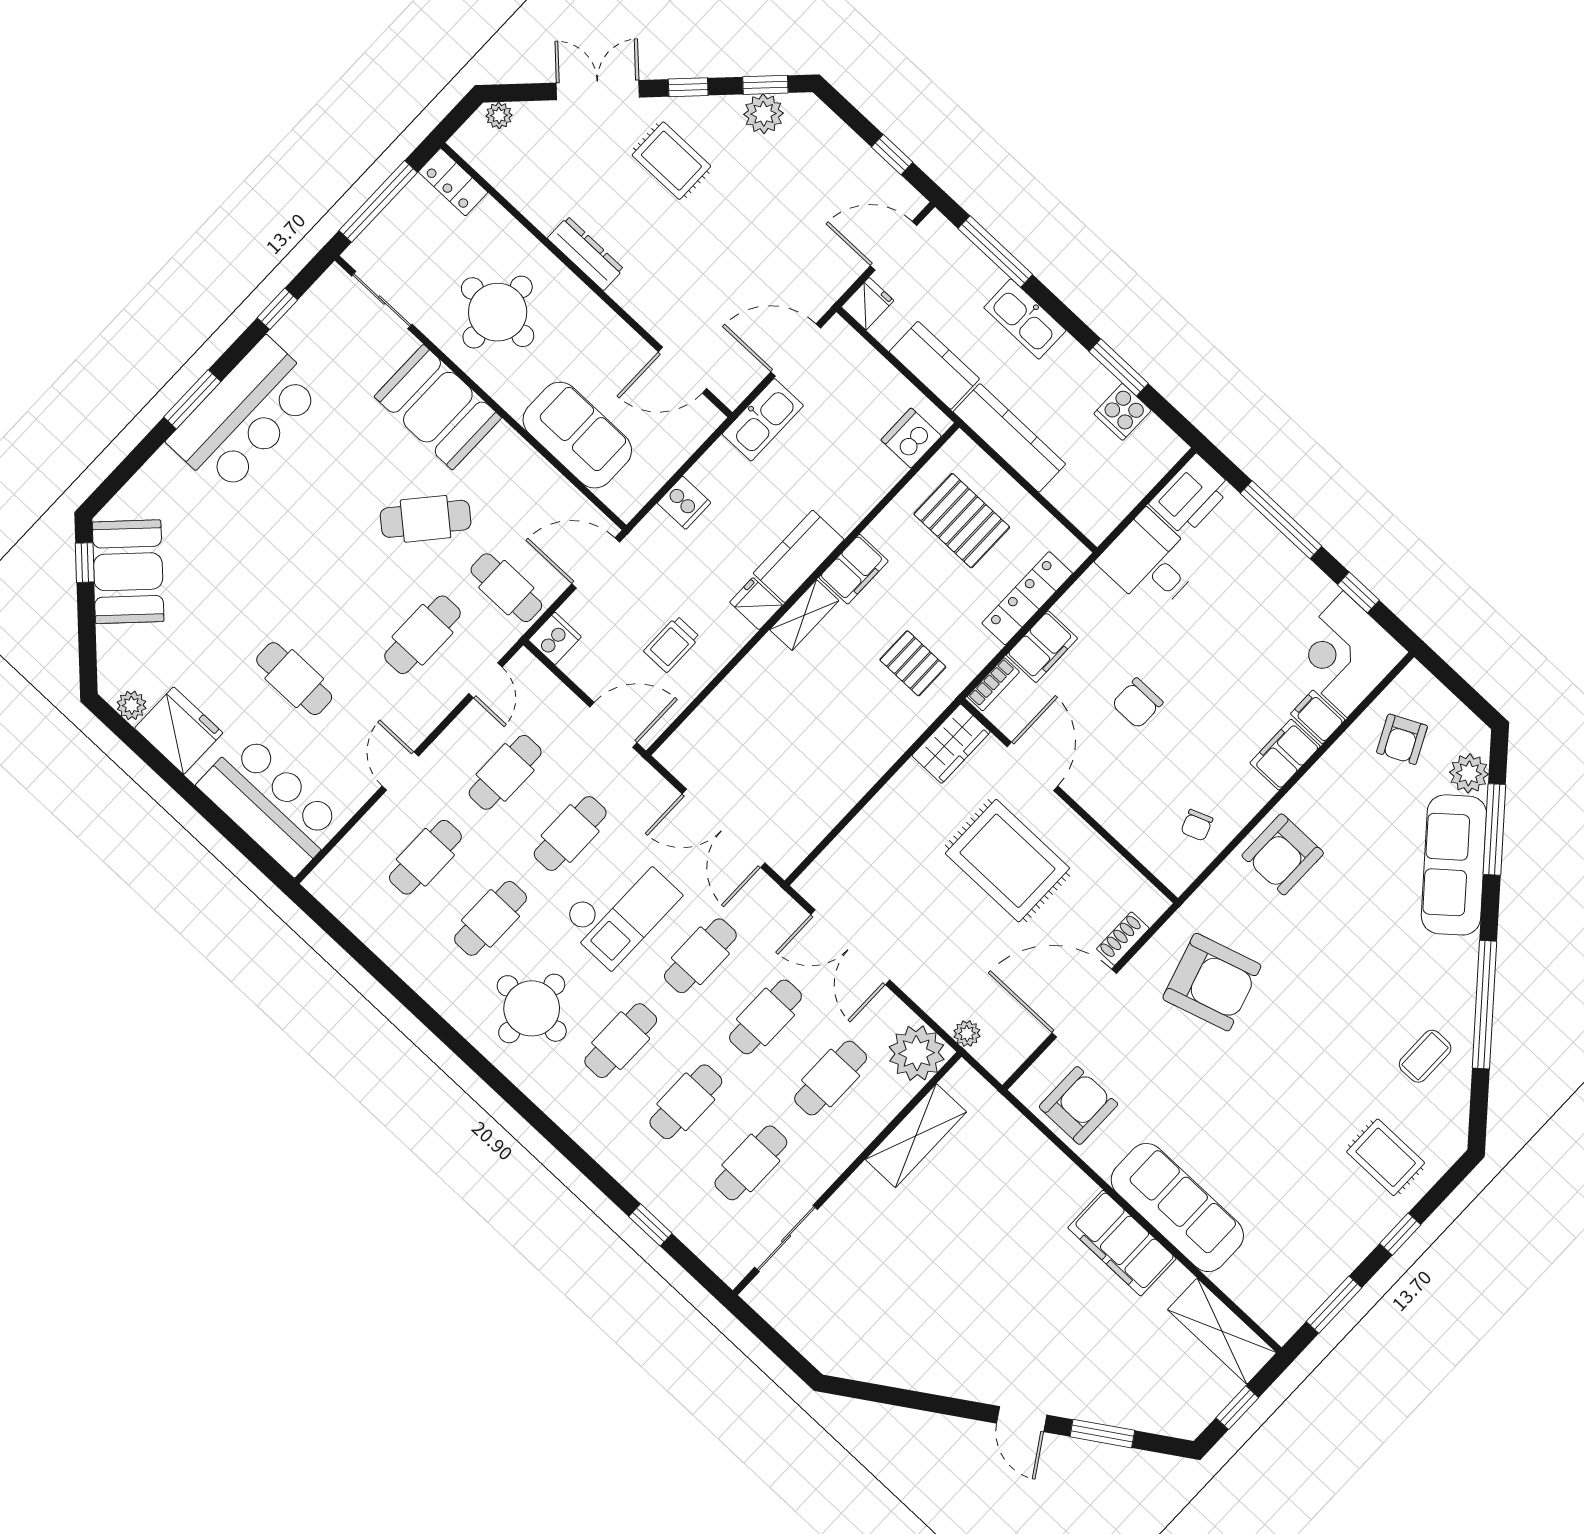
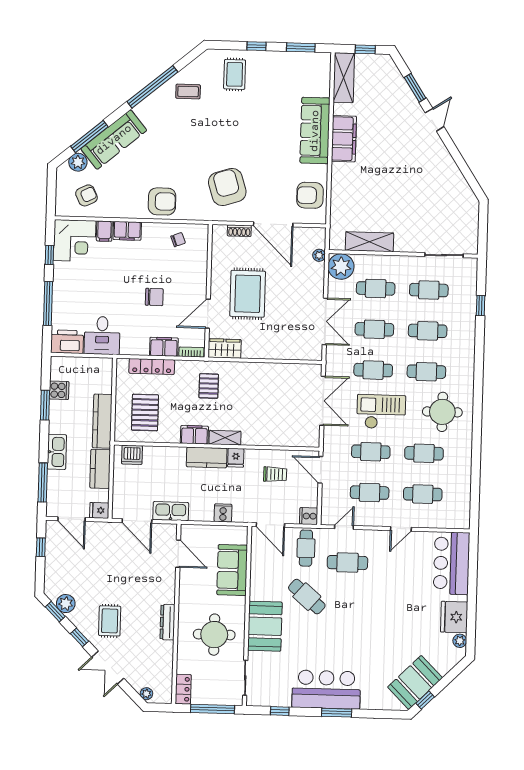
cafe table: (294, 679) -> (401, 593), removed

